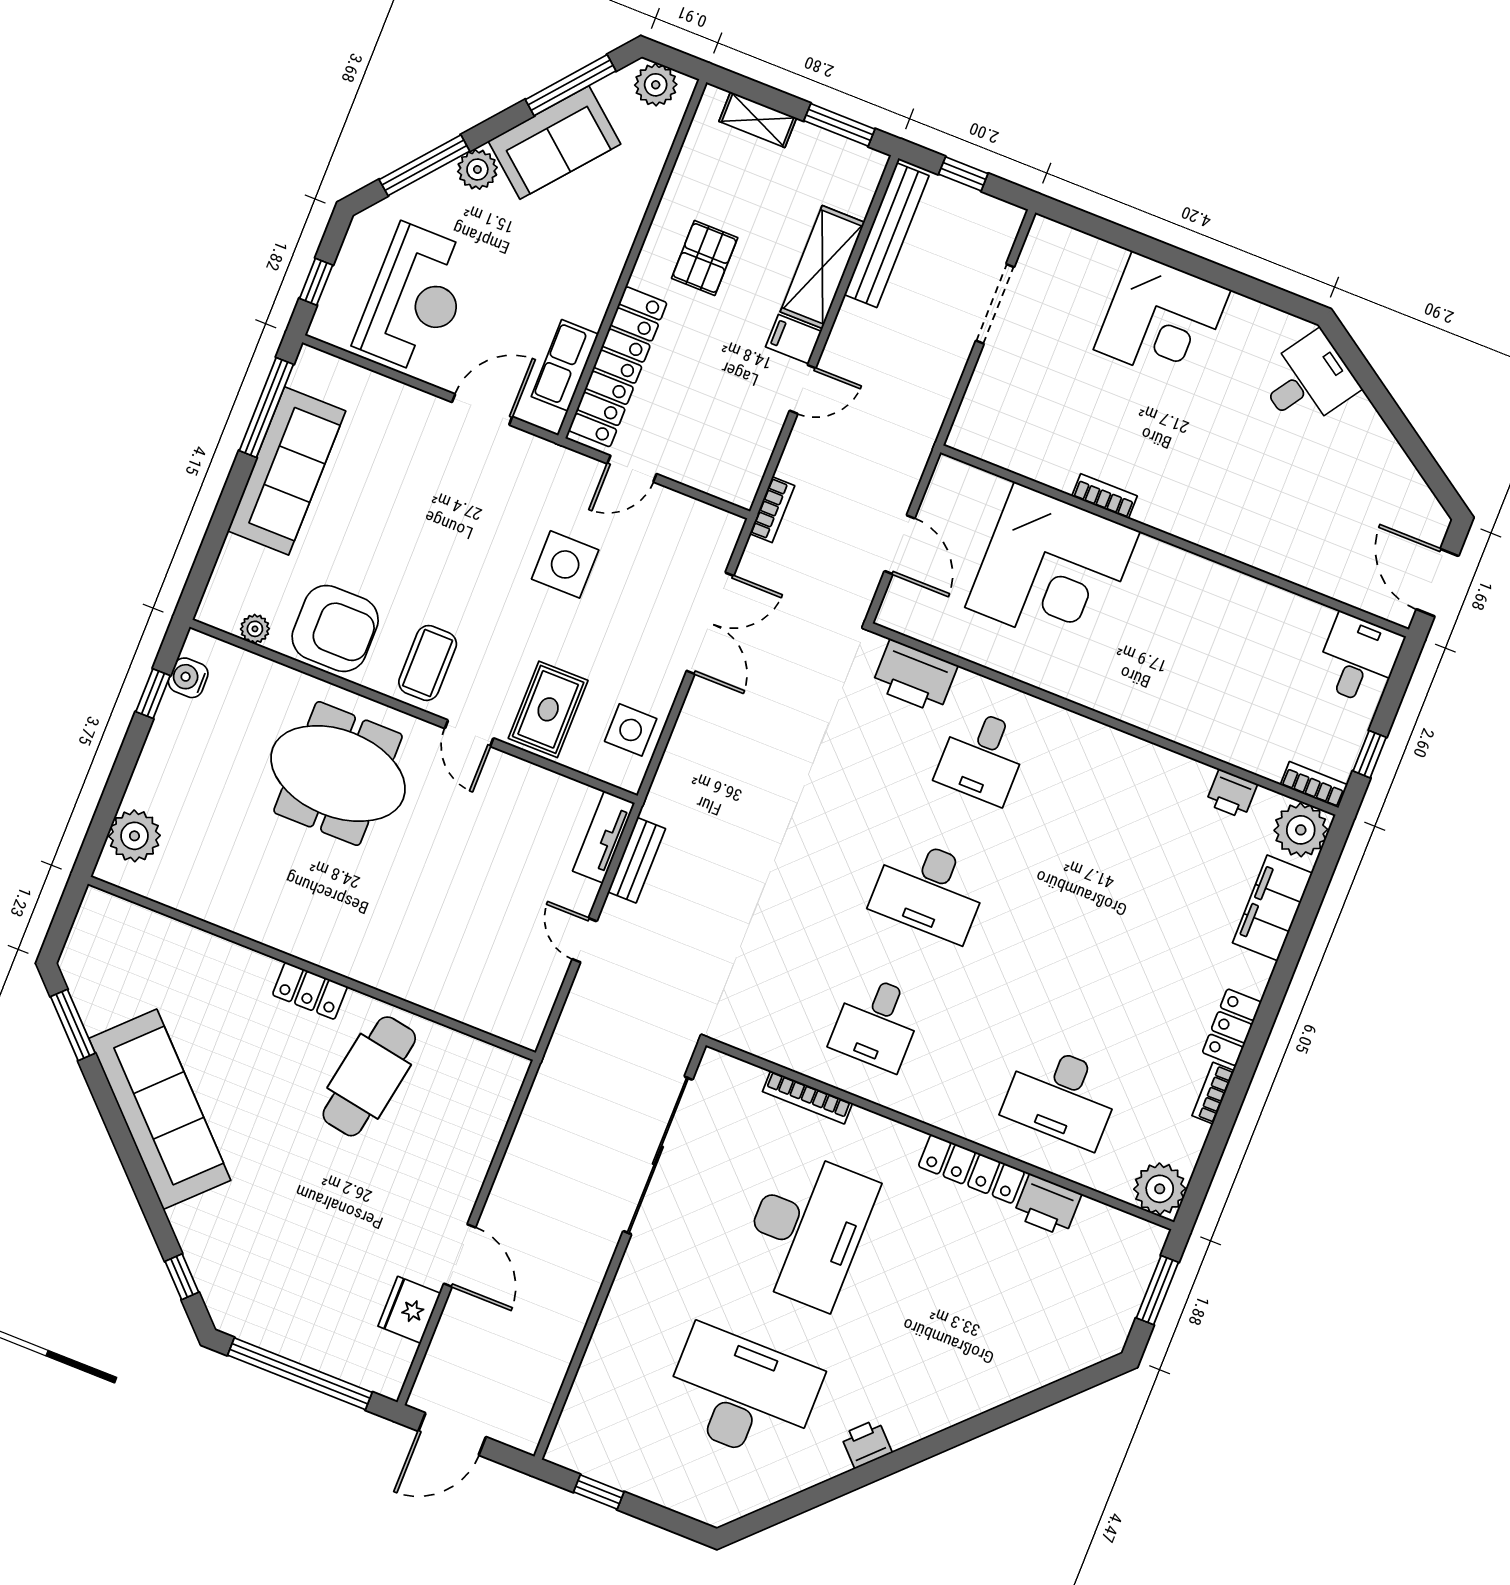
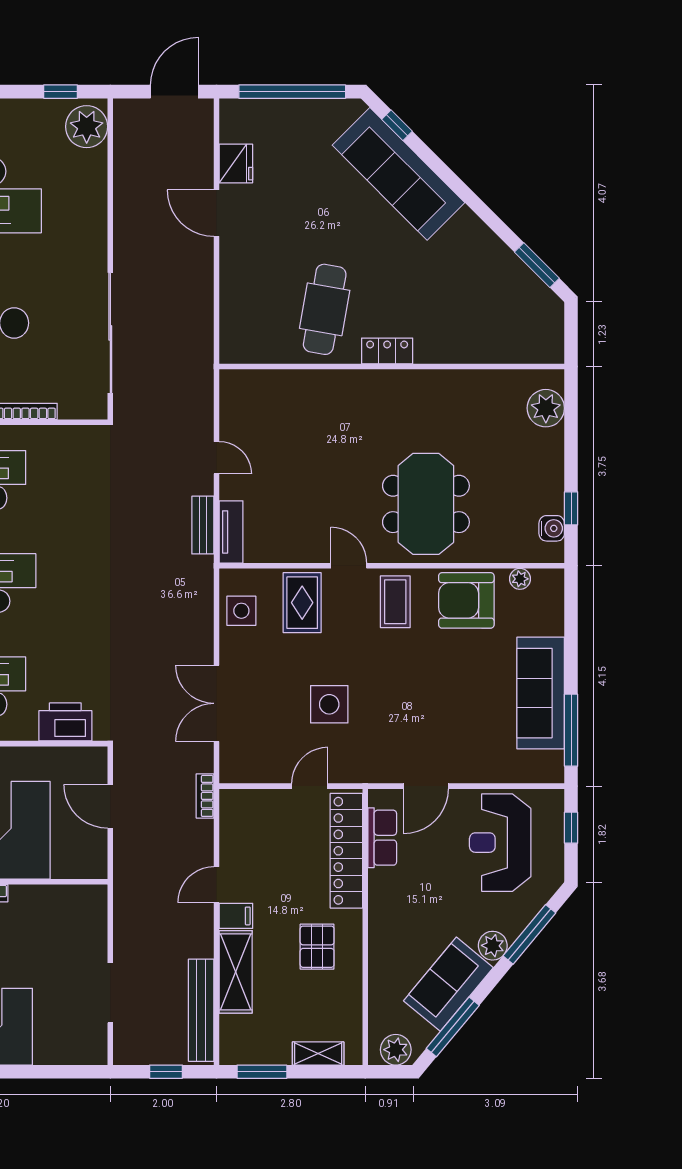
meeting table: (338, 773) -> (426, 504), turned 90
sofa: (160, 1109) -> (398, 174), moved
plant: (583, 1434) -> (87, 127), added

